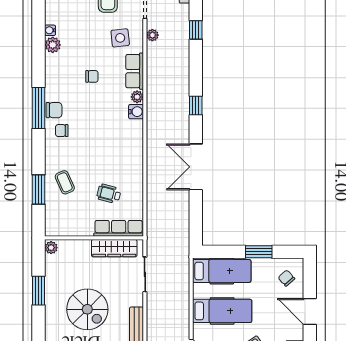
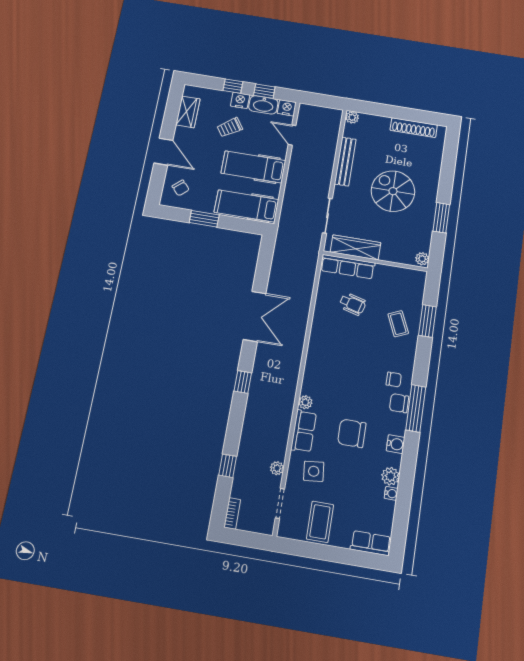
chair: (92, 76) -> (352, 433), width x1.87, depth x1.87
water cooler: (136, 112) -> (396, 444), moved, turned 180

